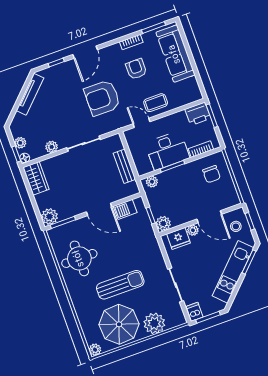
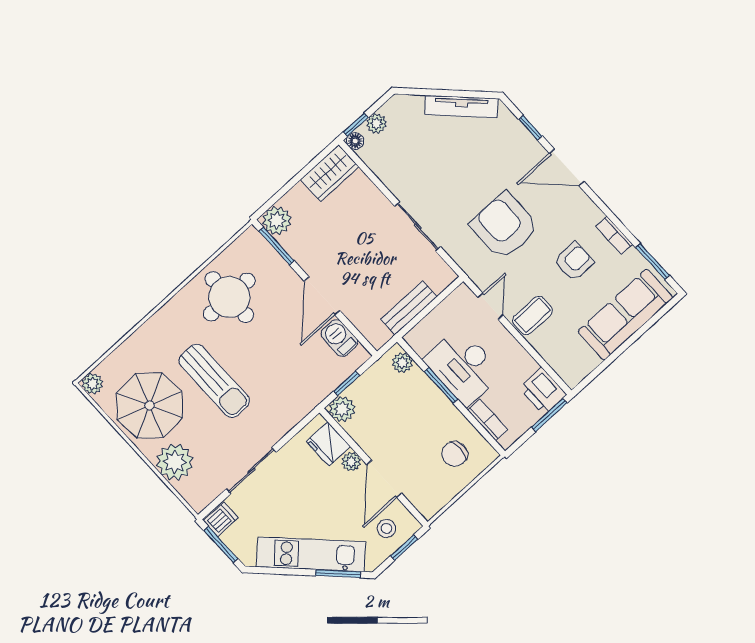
coffee table: (156, 103) -> (532, 315), turned 90
plant: (52, 147) -> (391, 177), removed

